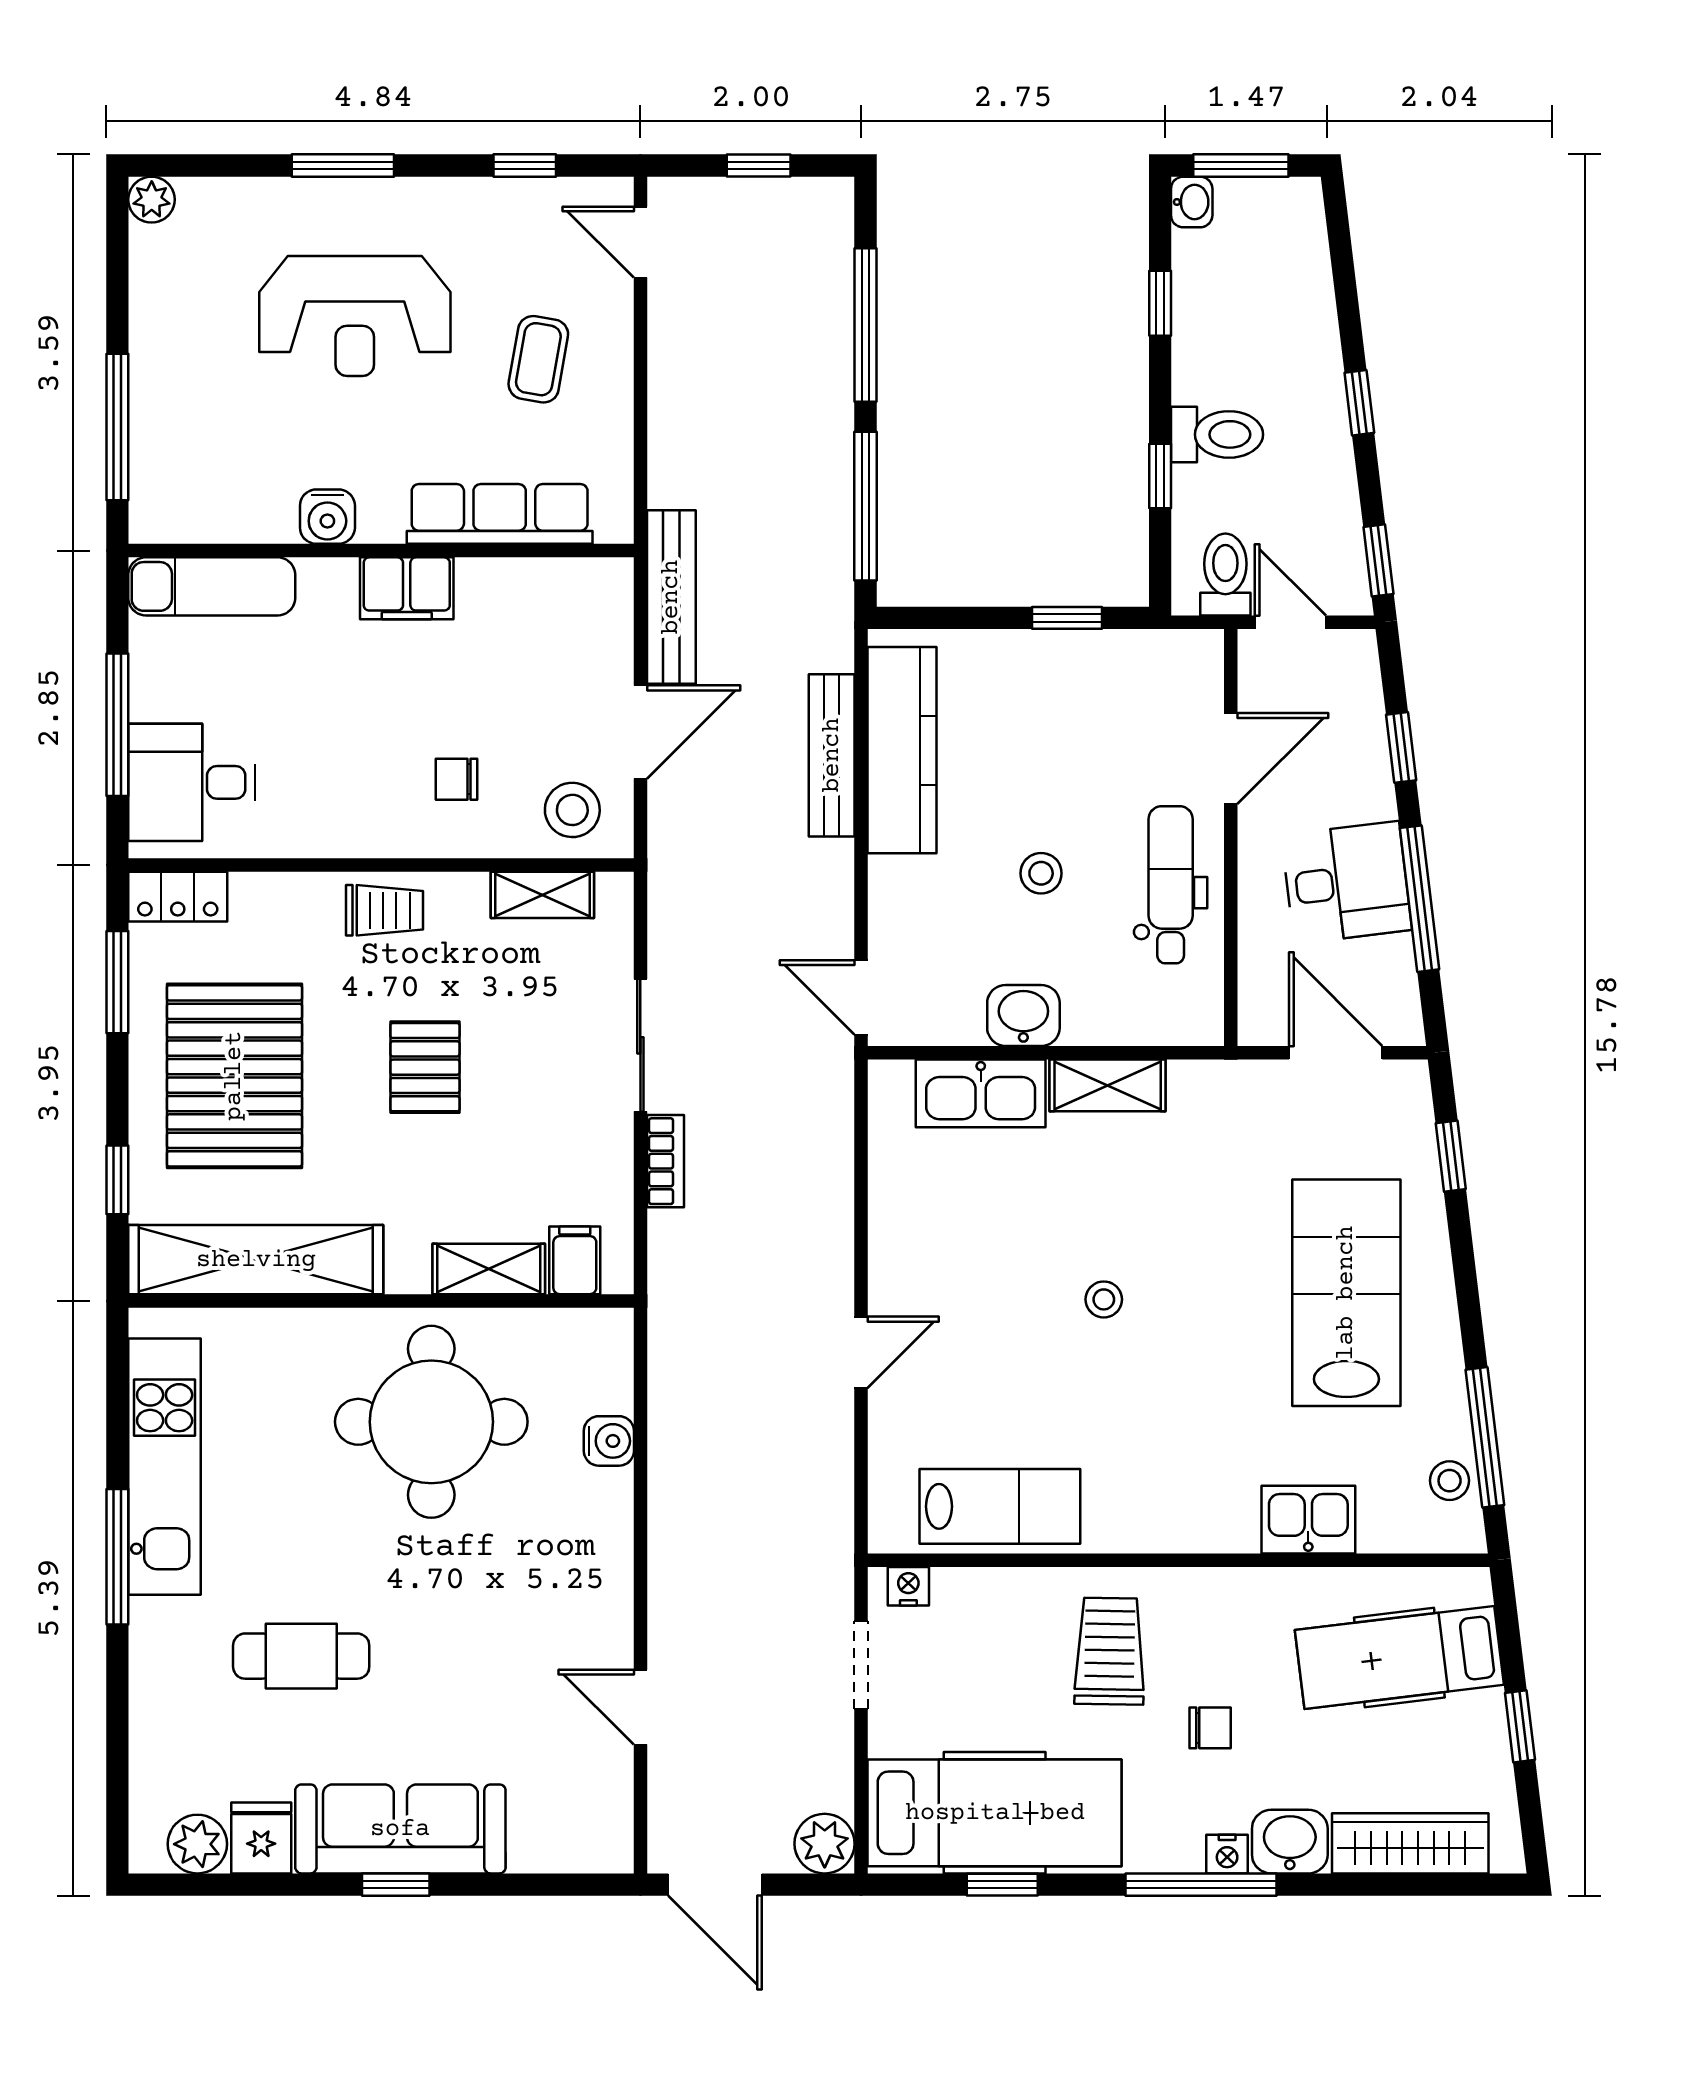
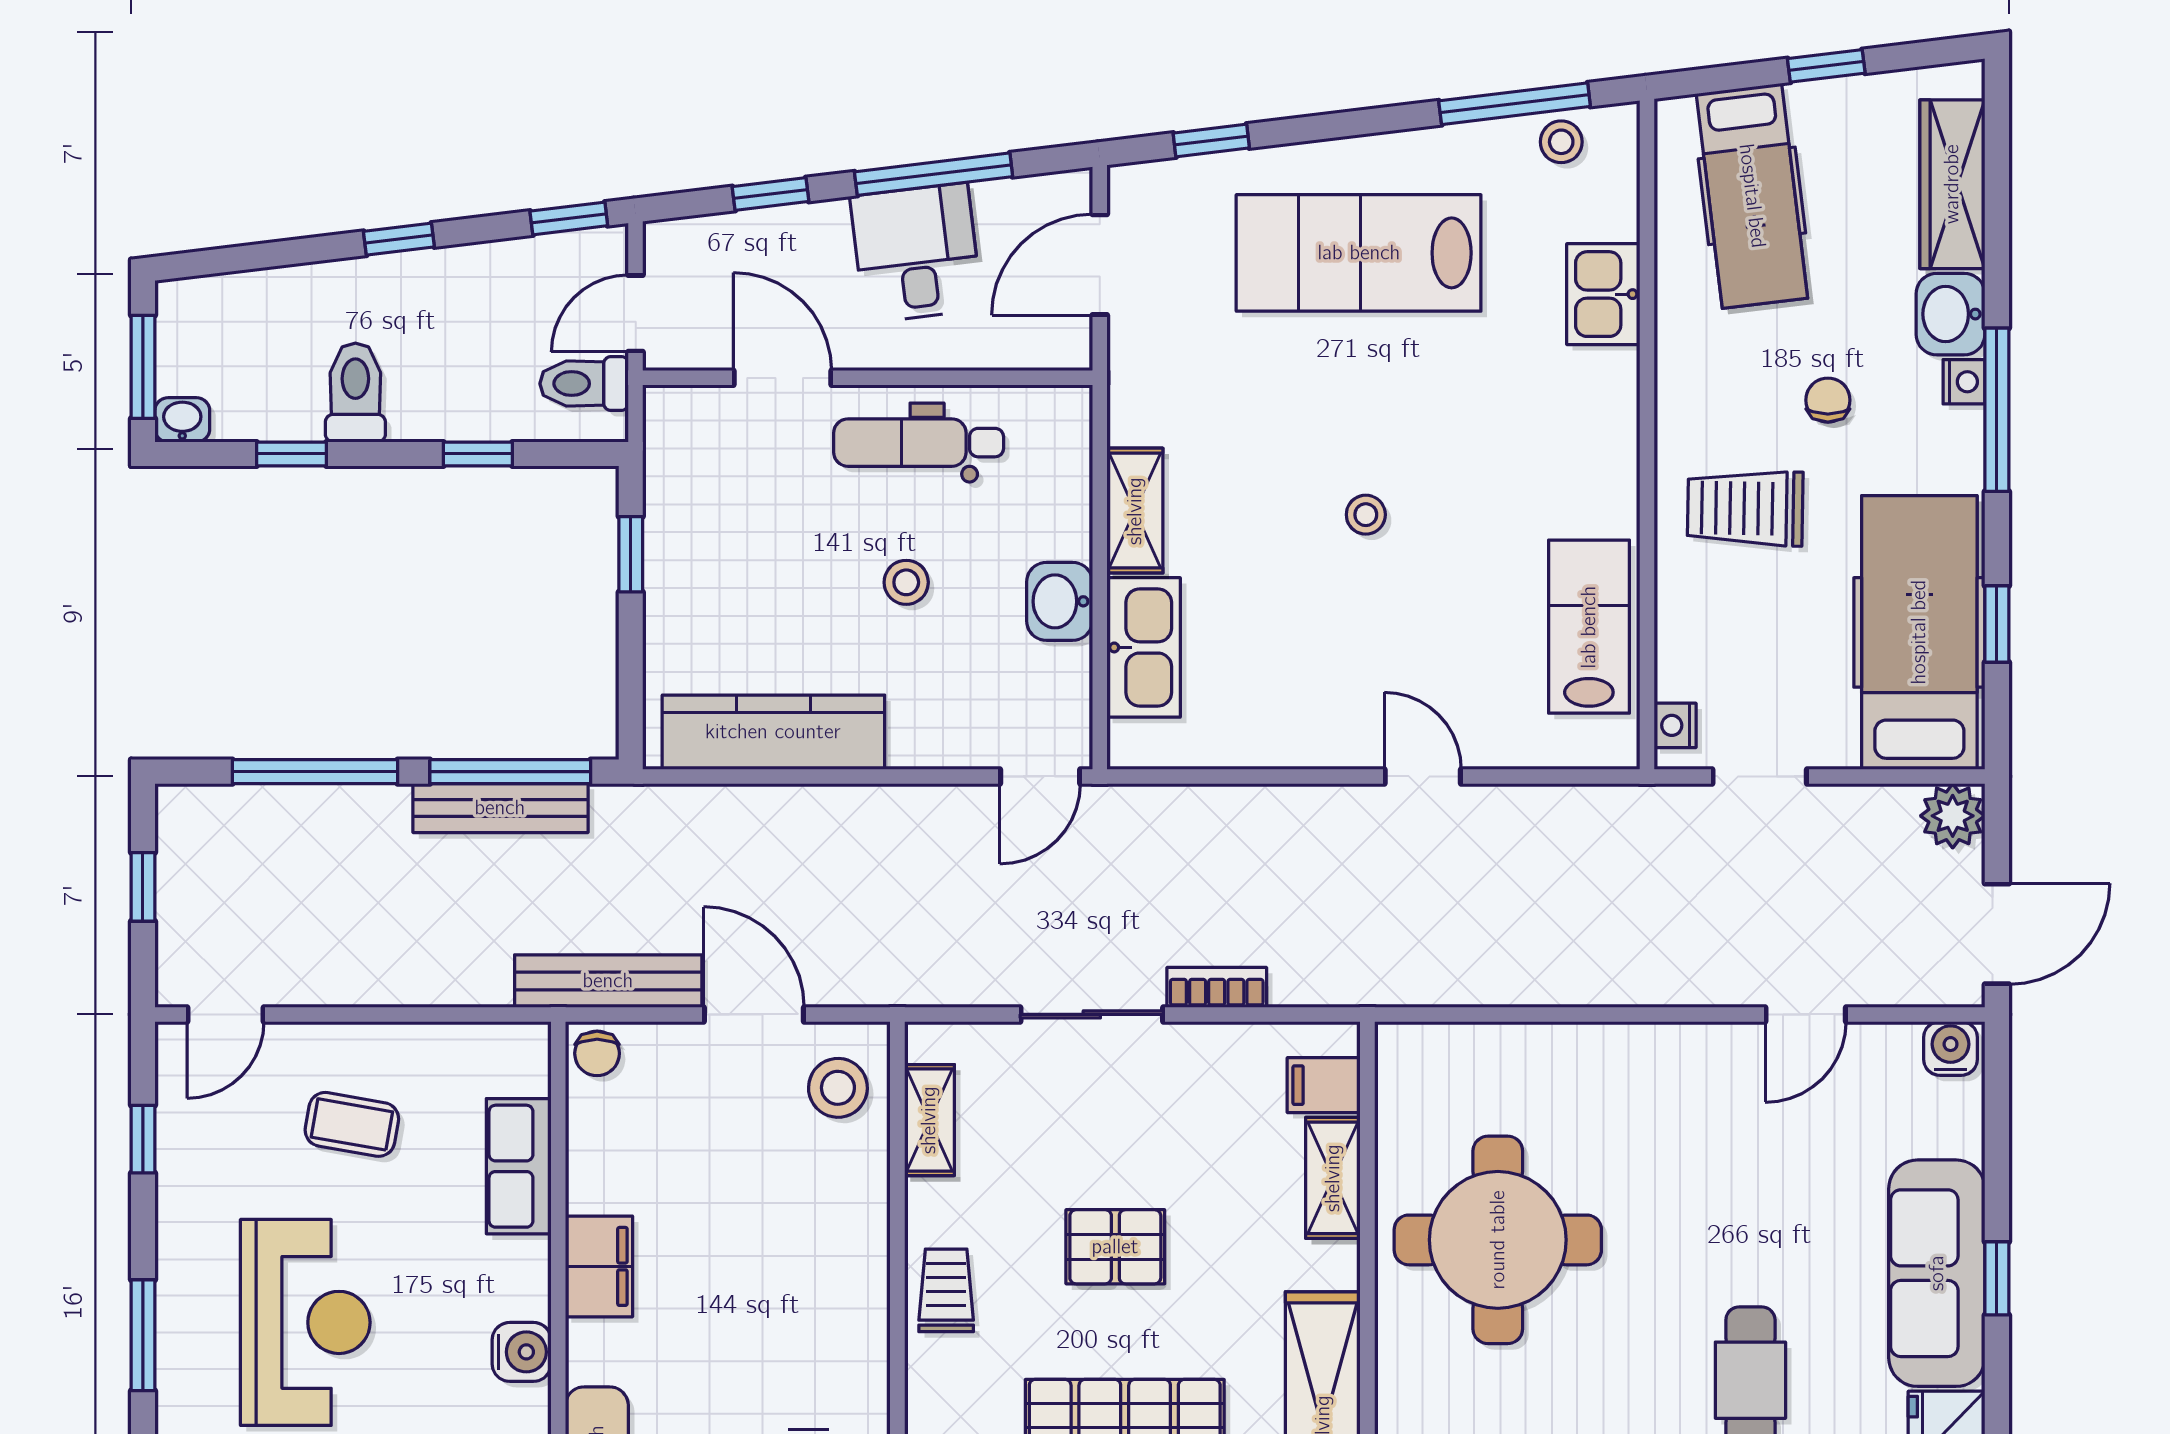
toilet: (1217, 434) -> (355, 393), moved
row of seats: (500, 514) -> (519, 1166), width x0.68
bench: (832, 755) -> (500, 808), moved
chair: (457, 779) -> (597, 1053), moved
water cooler: (609, 1441) -> (1951, 1048), moved

